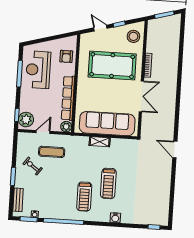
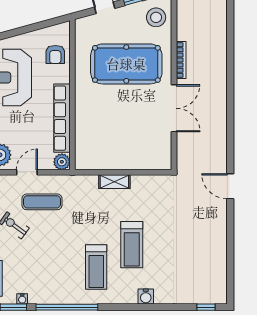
sofa: (107, 124) -> (124, 153), removed

